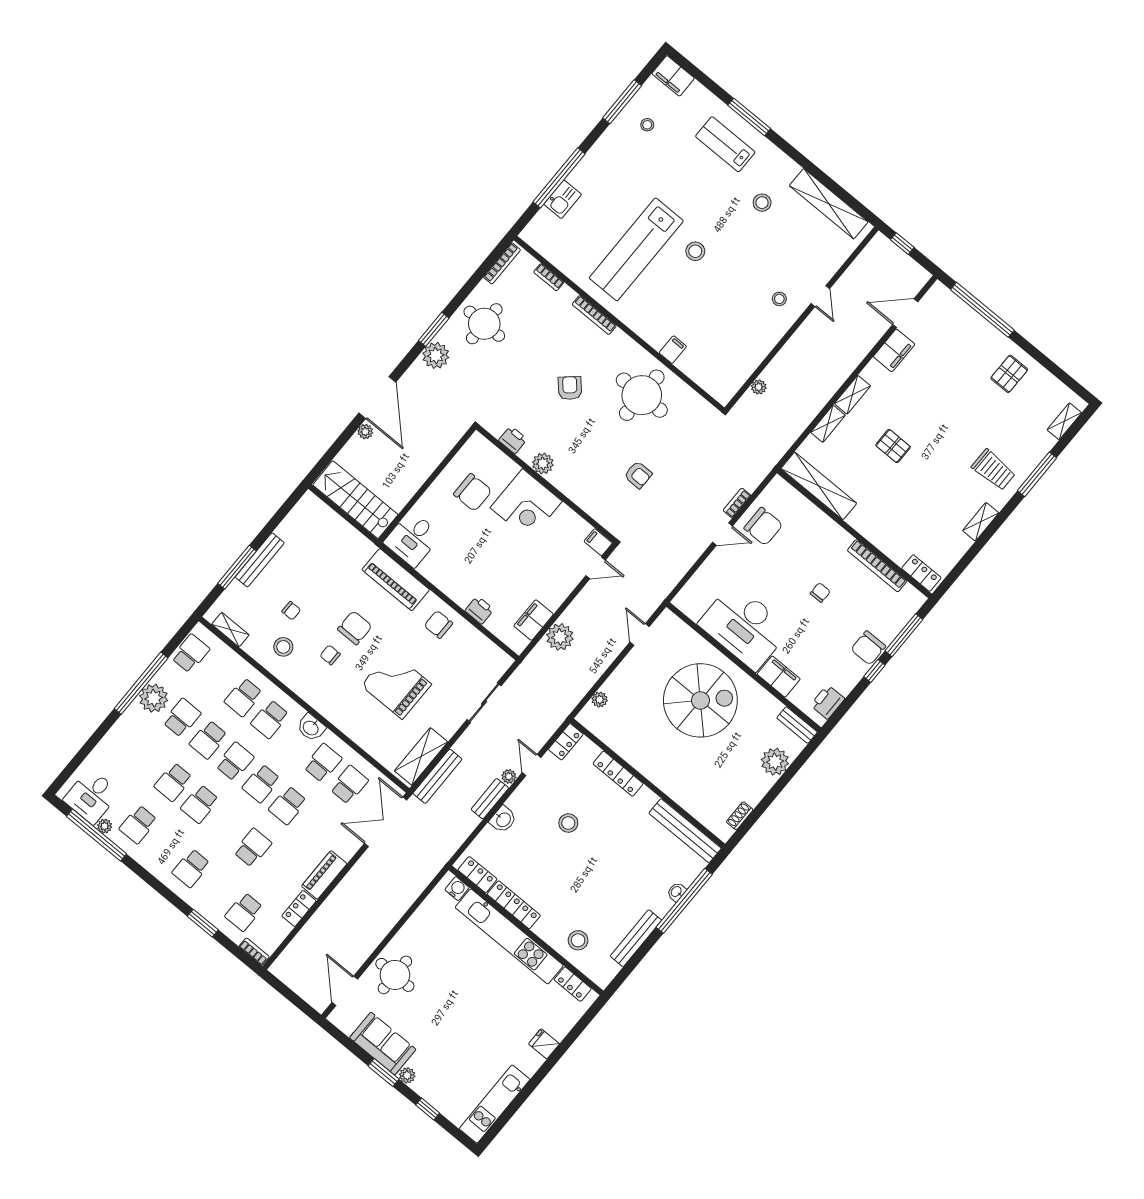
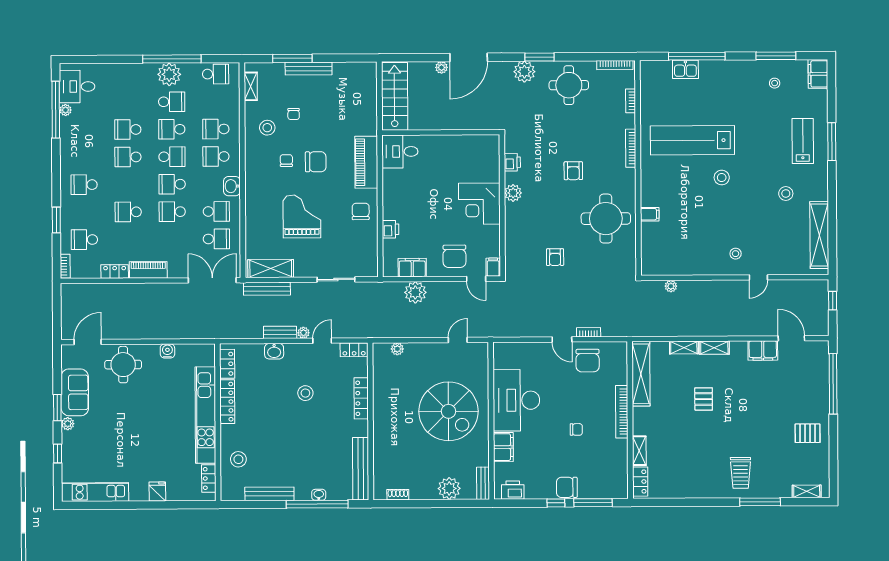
armchair: (570, 388) -> (573, 171), turned 132
chair: (473, 492) -> (454, 256), moved
shelving: (981, 522) -> (639, 451), moved, turned 90
bookcase: (877, 566) -> (622, 412), moved
school desk: (138, 824) -> (84, 130), removed
school desk: (253, 848) -> (128, 212), turned 180
water cooler: (457, 889) -> (167, 351), moved, turned -90

